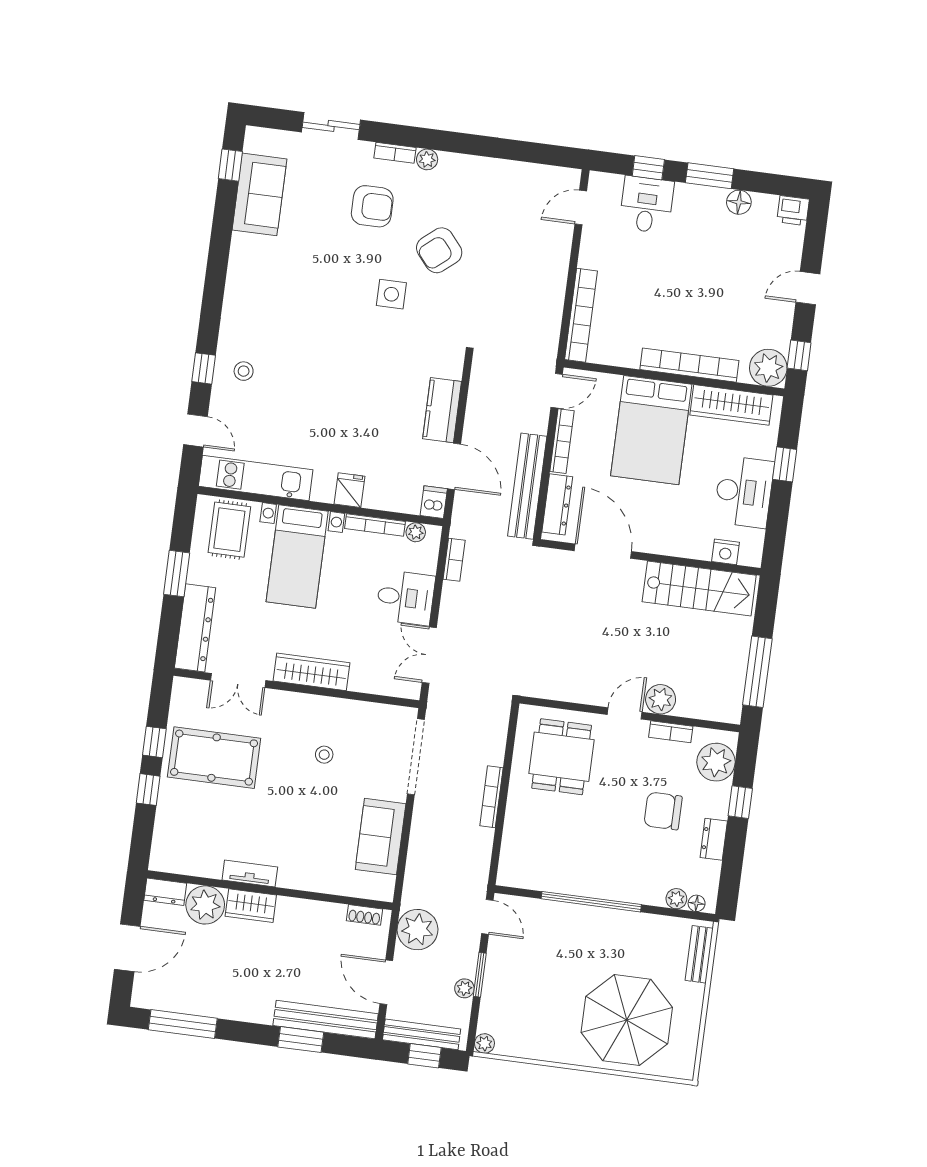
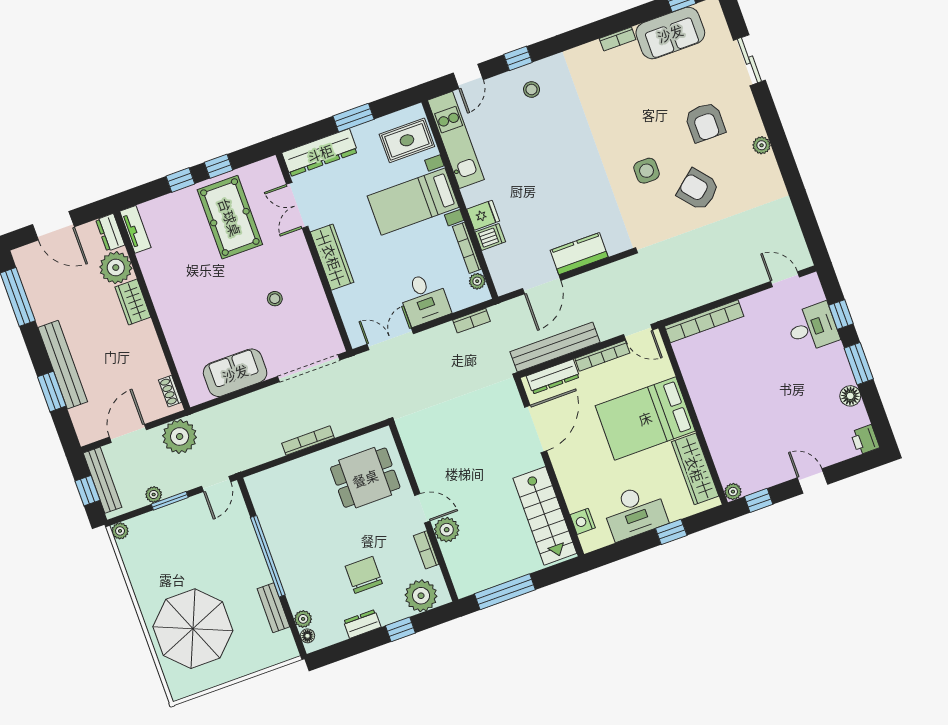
bookcase: (395, 153) -> (618, 39), moved, turned -90
bookcase: (689, 365) -> (709, 422), removed
plant: (768, 368) -> (733, 492), width x0.53, depth x0.53
dishwasher: (434, 502) -> (490, 237), moved
tv unit: (250, 873) -> (135, 229), moved
bench: (699, 954) -> (273, 608), moved, turned 90
bench: (326, 1020) -> (63, 365), moved

